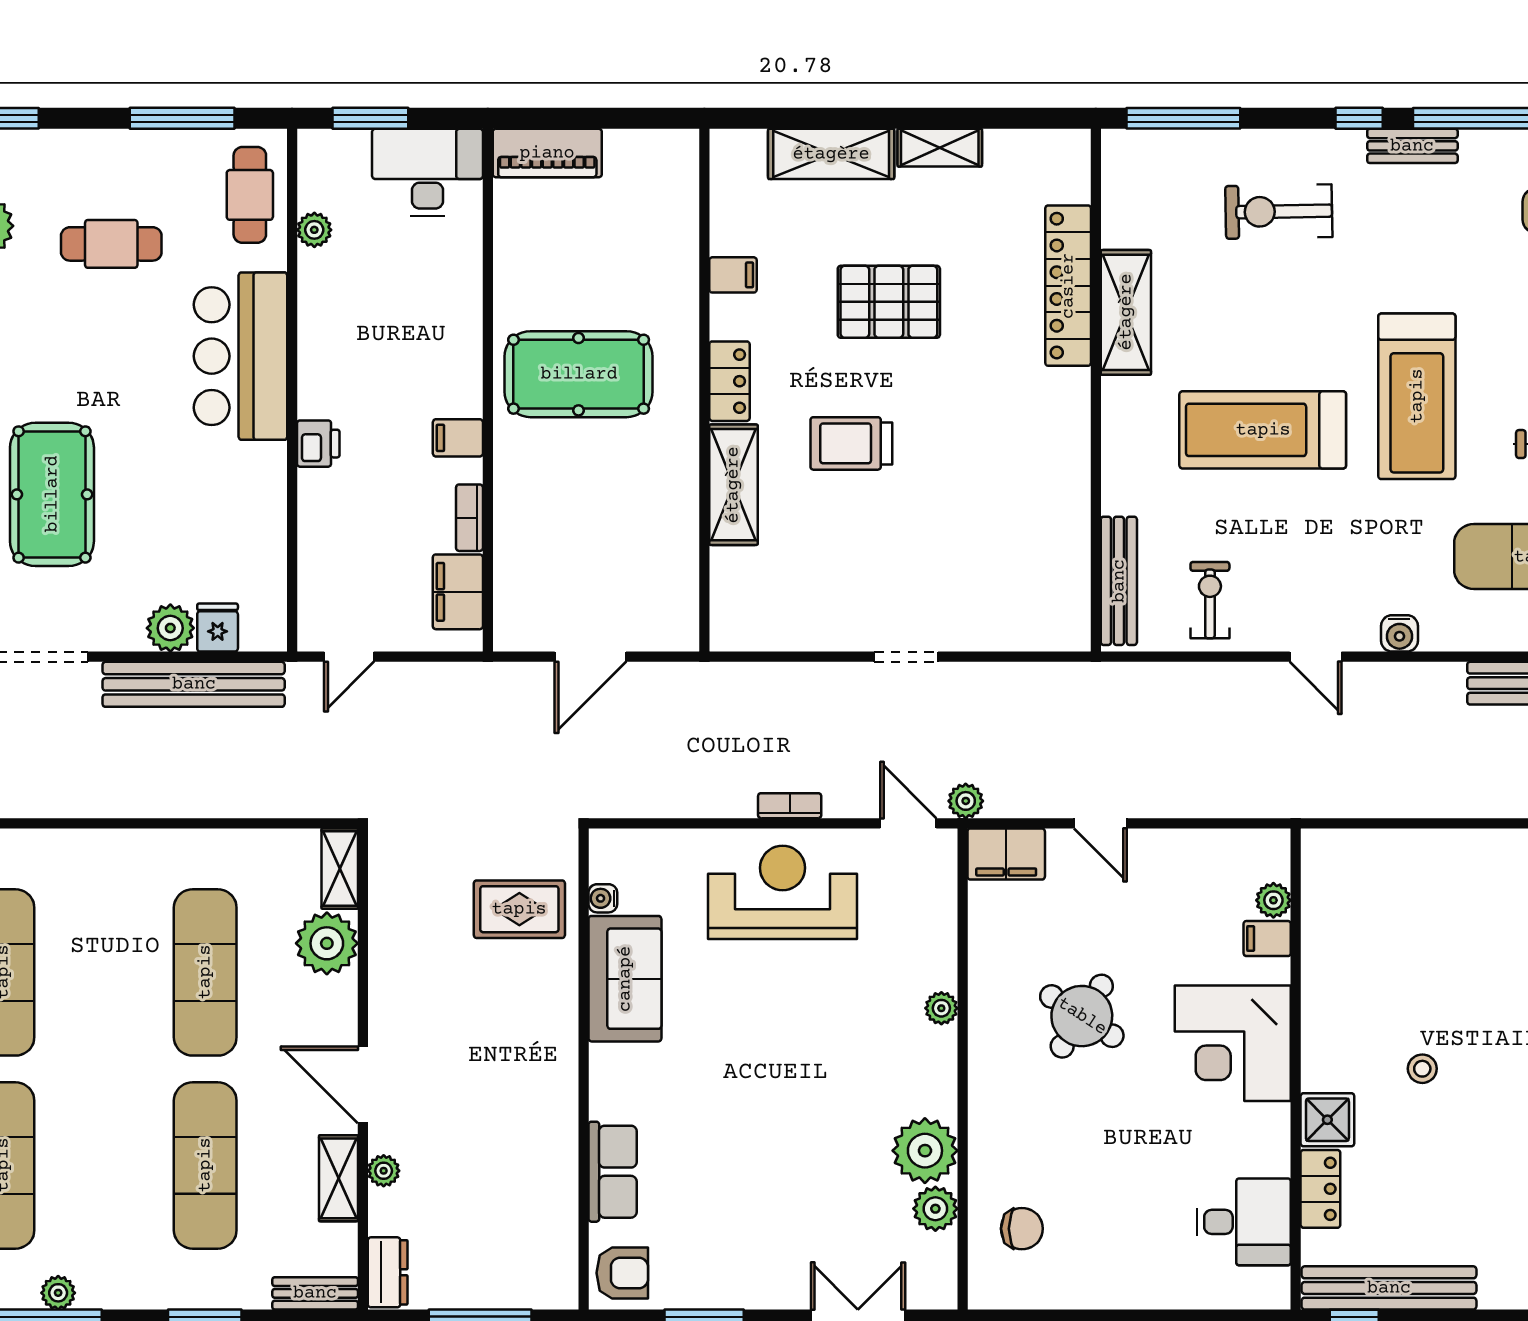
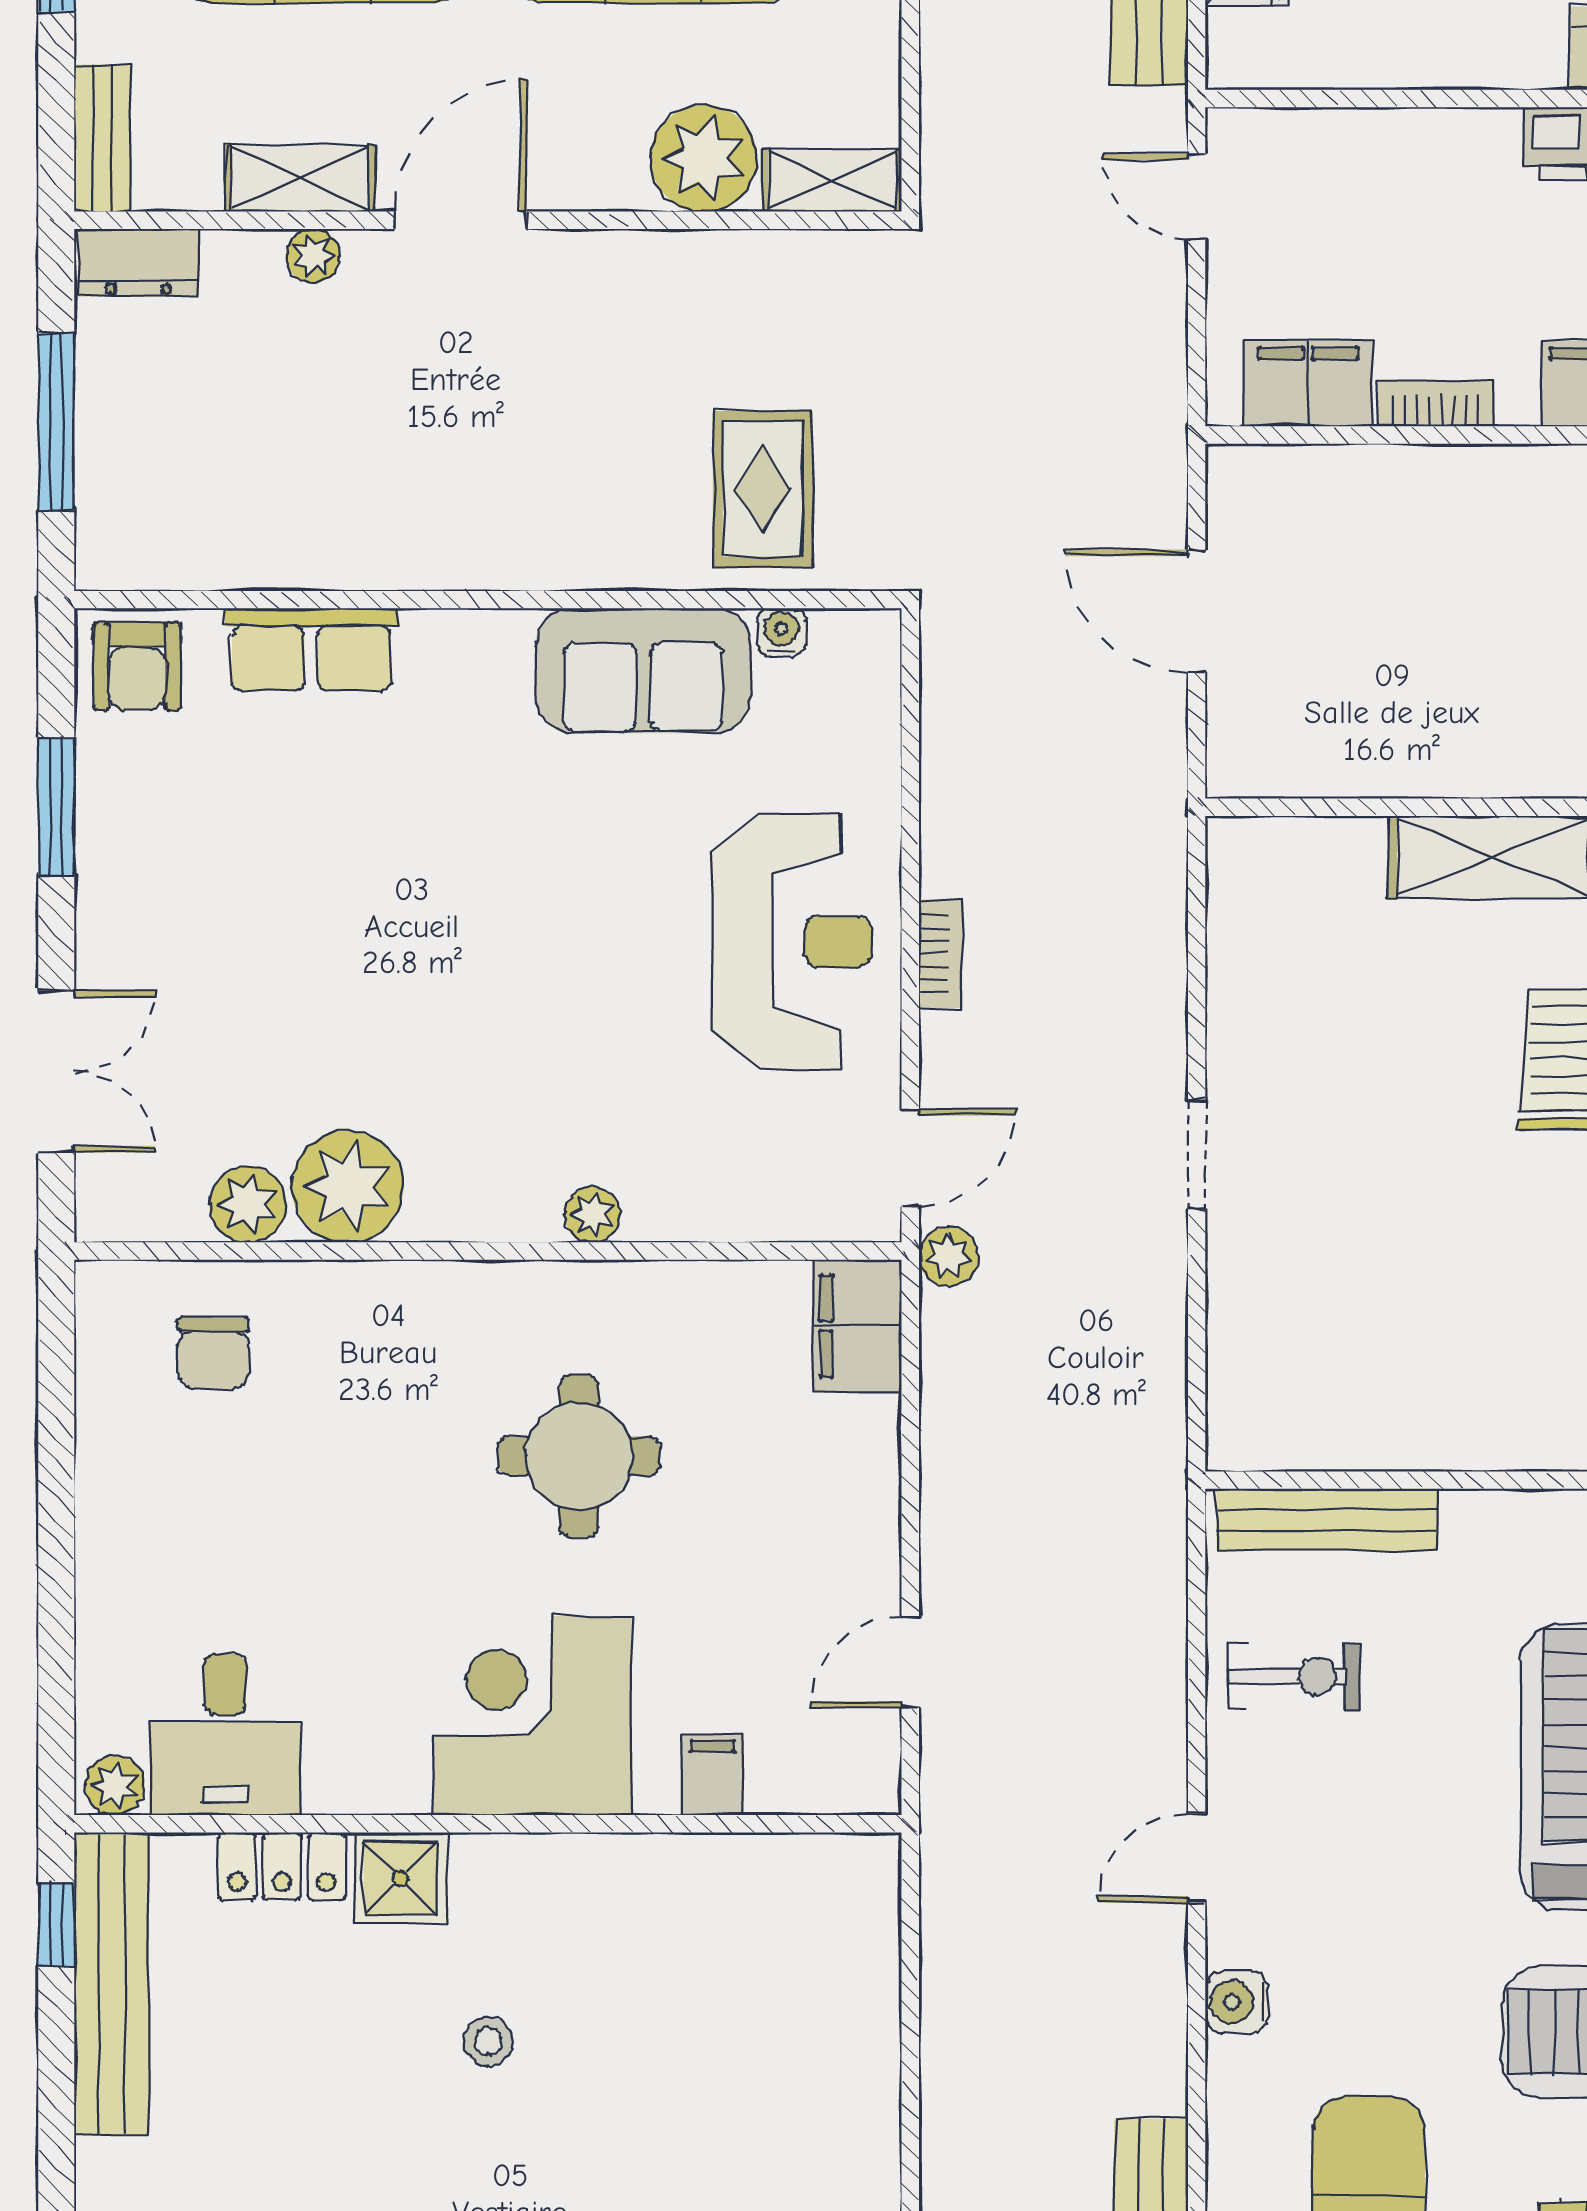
door: (1100, 823) -> (910, 1662), moved
plant: (1273, 900) -> (115, 1785), moved
round table: (1082, 1016) -> (579, 1456), turned -33

